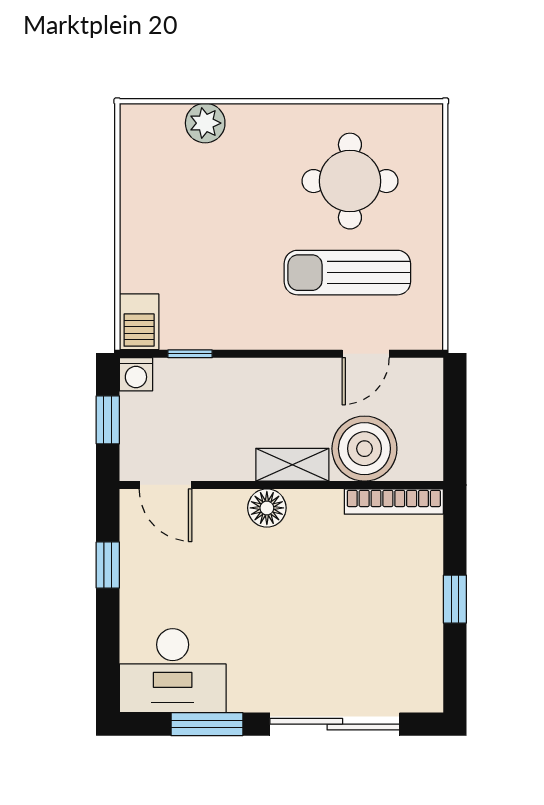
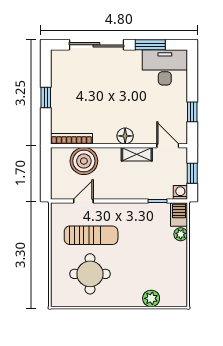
plant: (135, 275) -> (181, 234), added
shelving: (292, 465) -> (137, 154), moved

